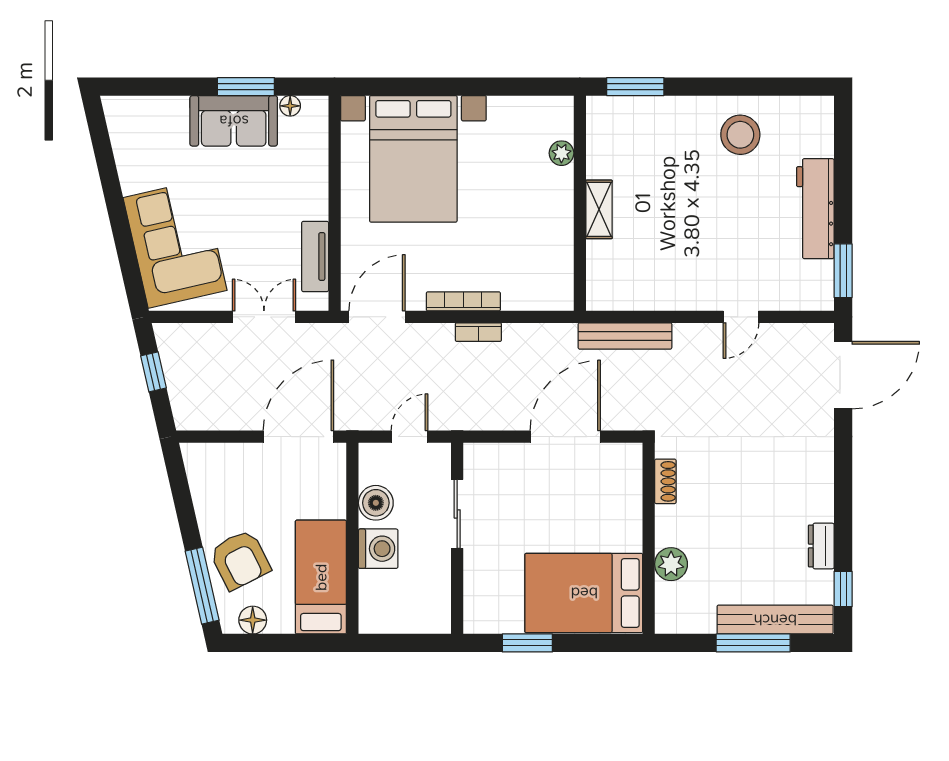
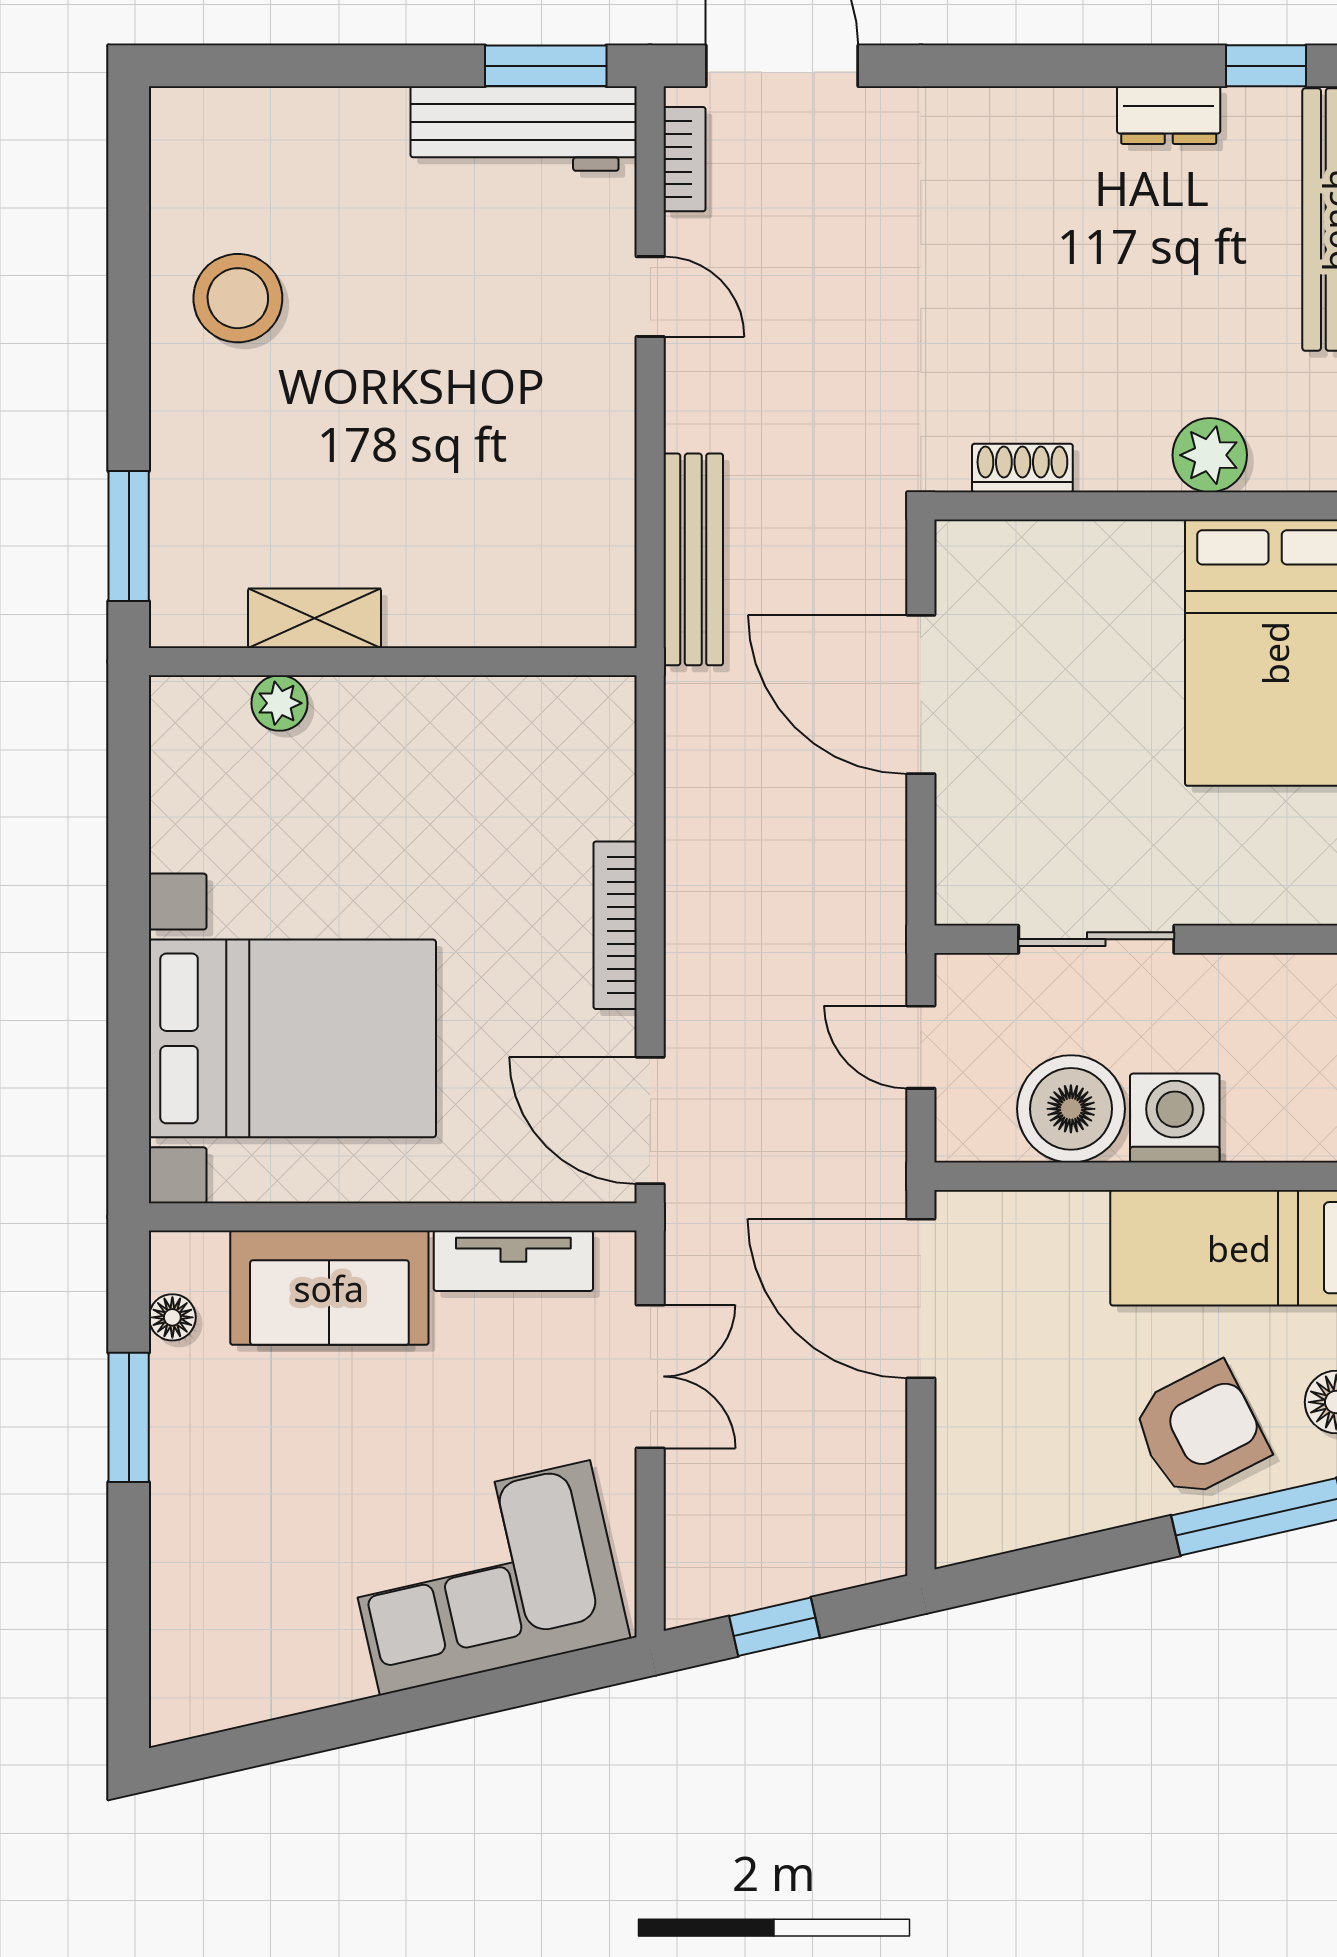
sofa: (234, 121) -> (329, 1288), moved, turned 90
shelving: (599, 209) -> (314, 618), moved
workbench: (815, 209) -> (524, 129), moved
double door: (264, 317) -> (650, 1376), swing flipped
bookcase: (478, 332) -> (685, 159), moved
boiler: (376, 503) -> (1071, 1109), width x1.37, depth x1.37

